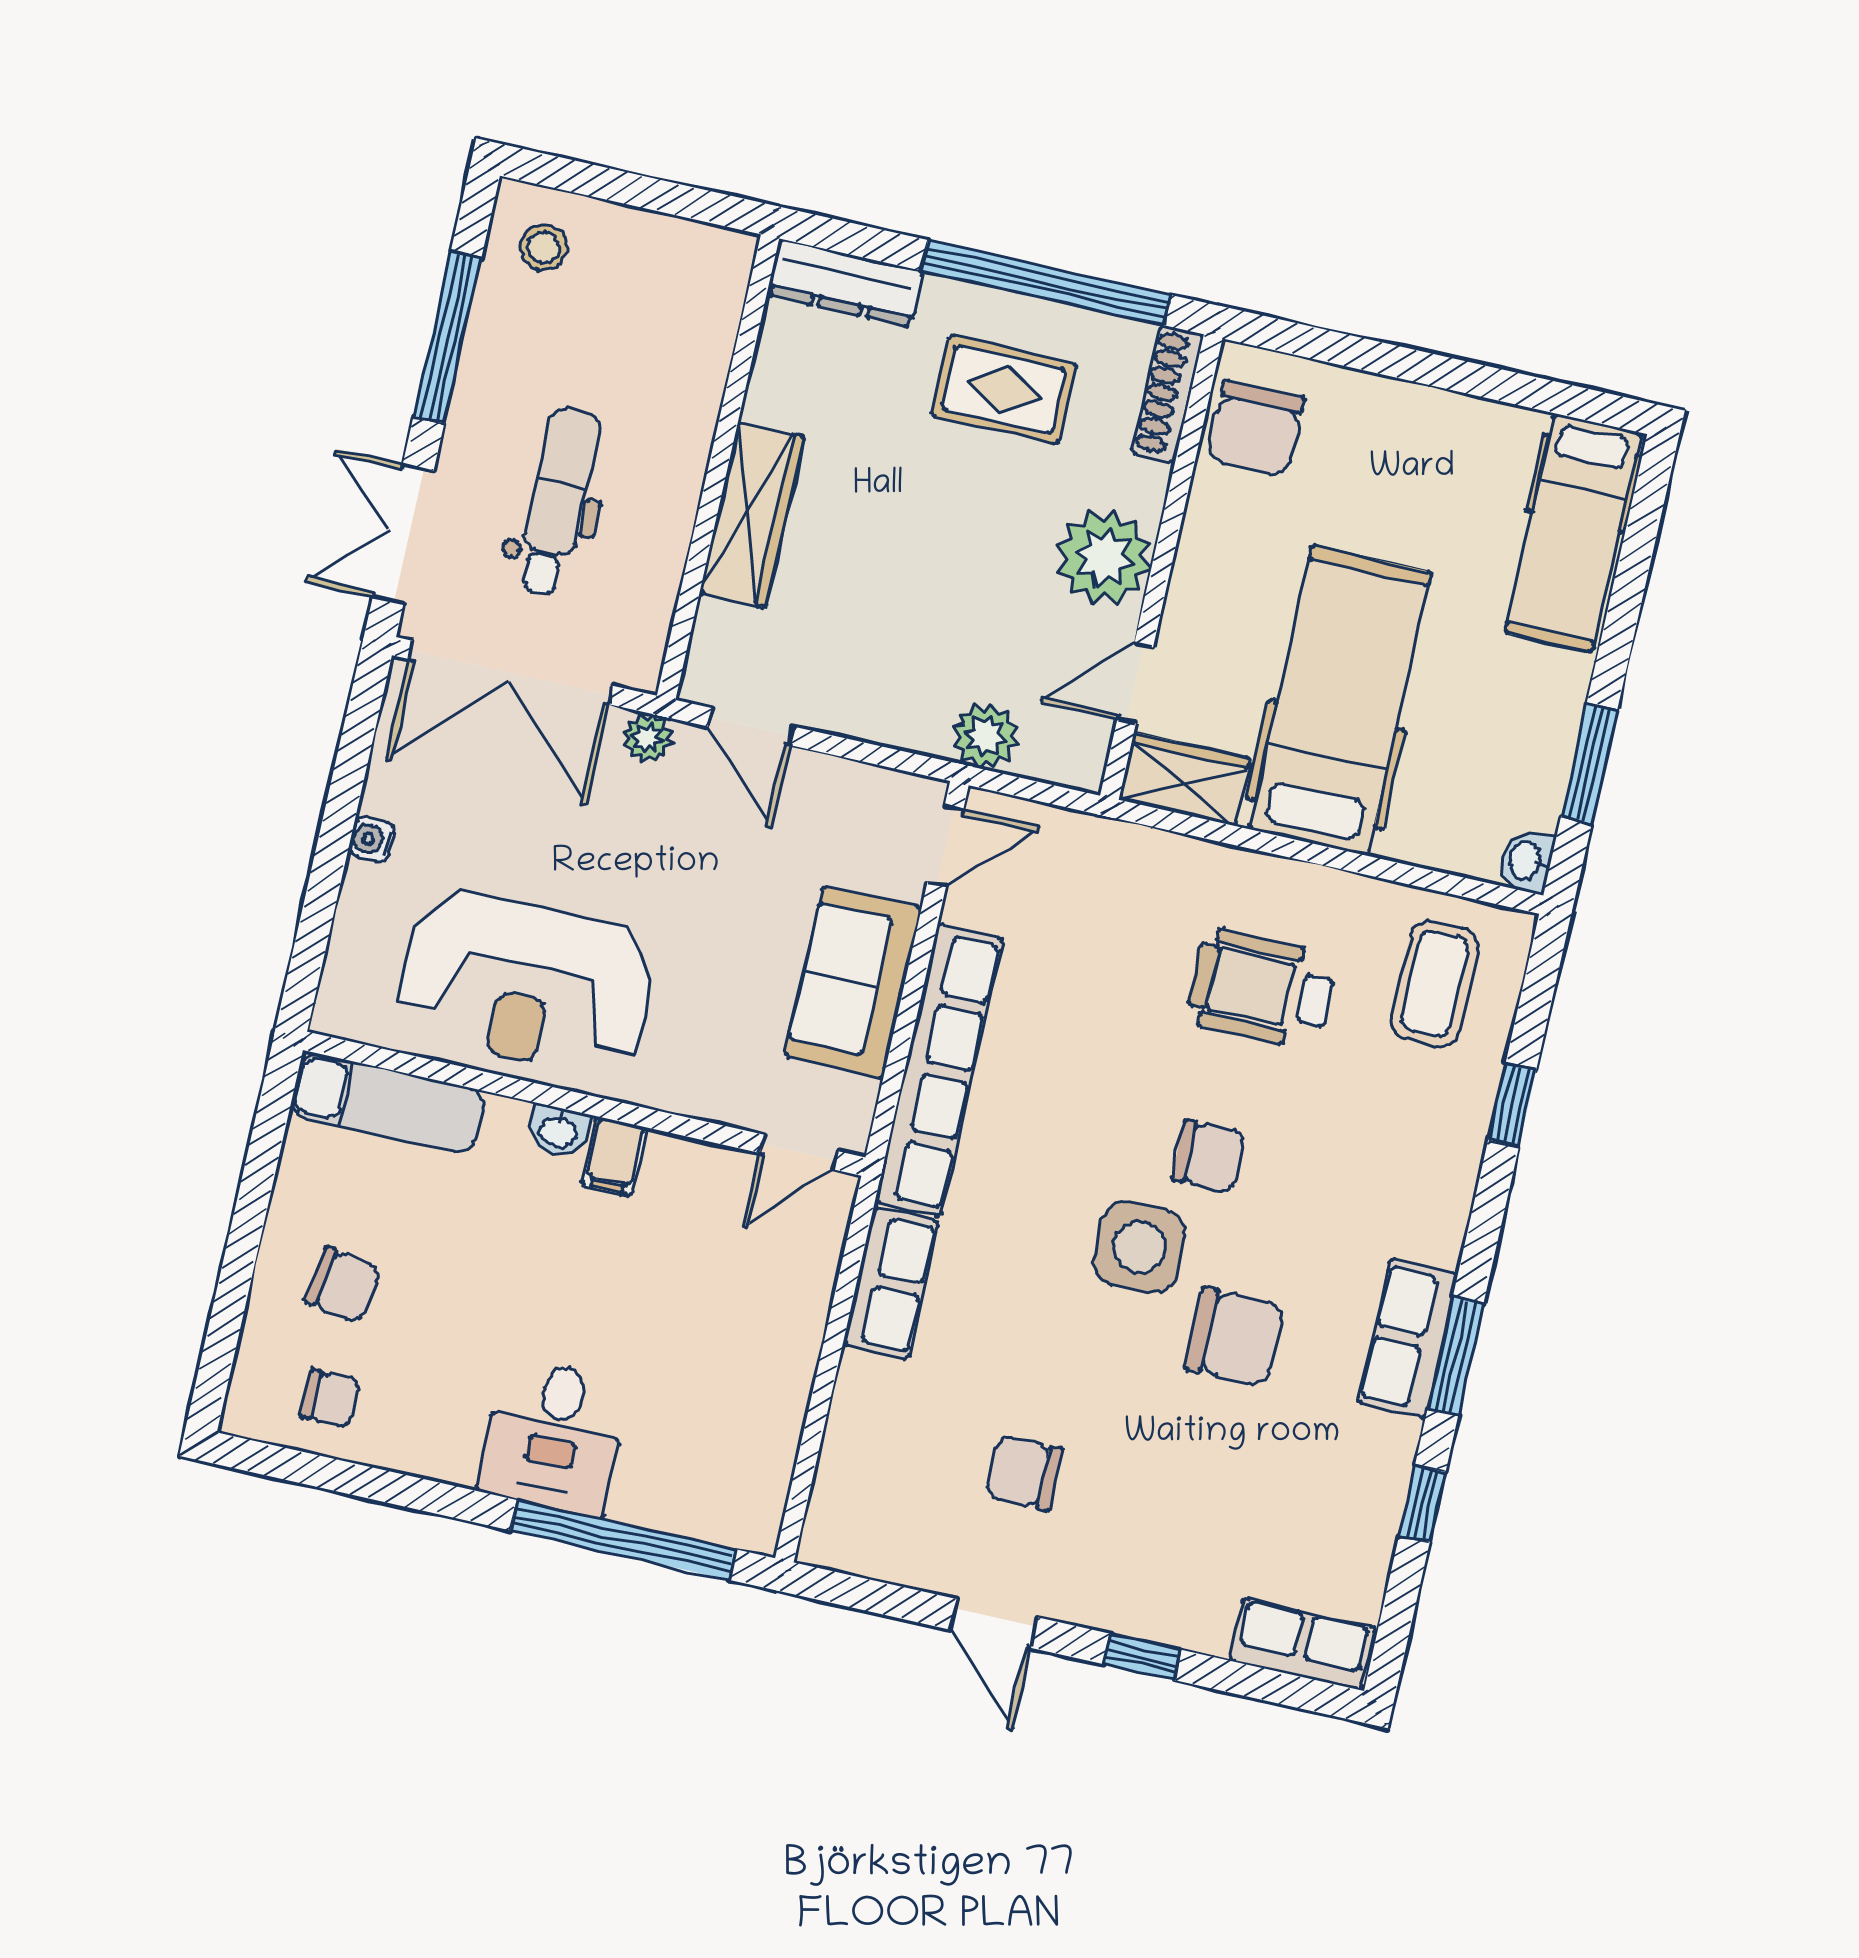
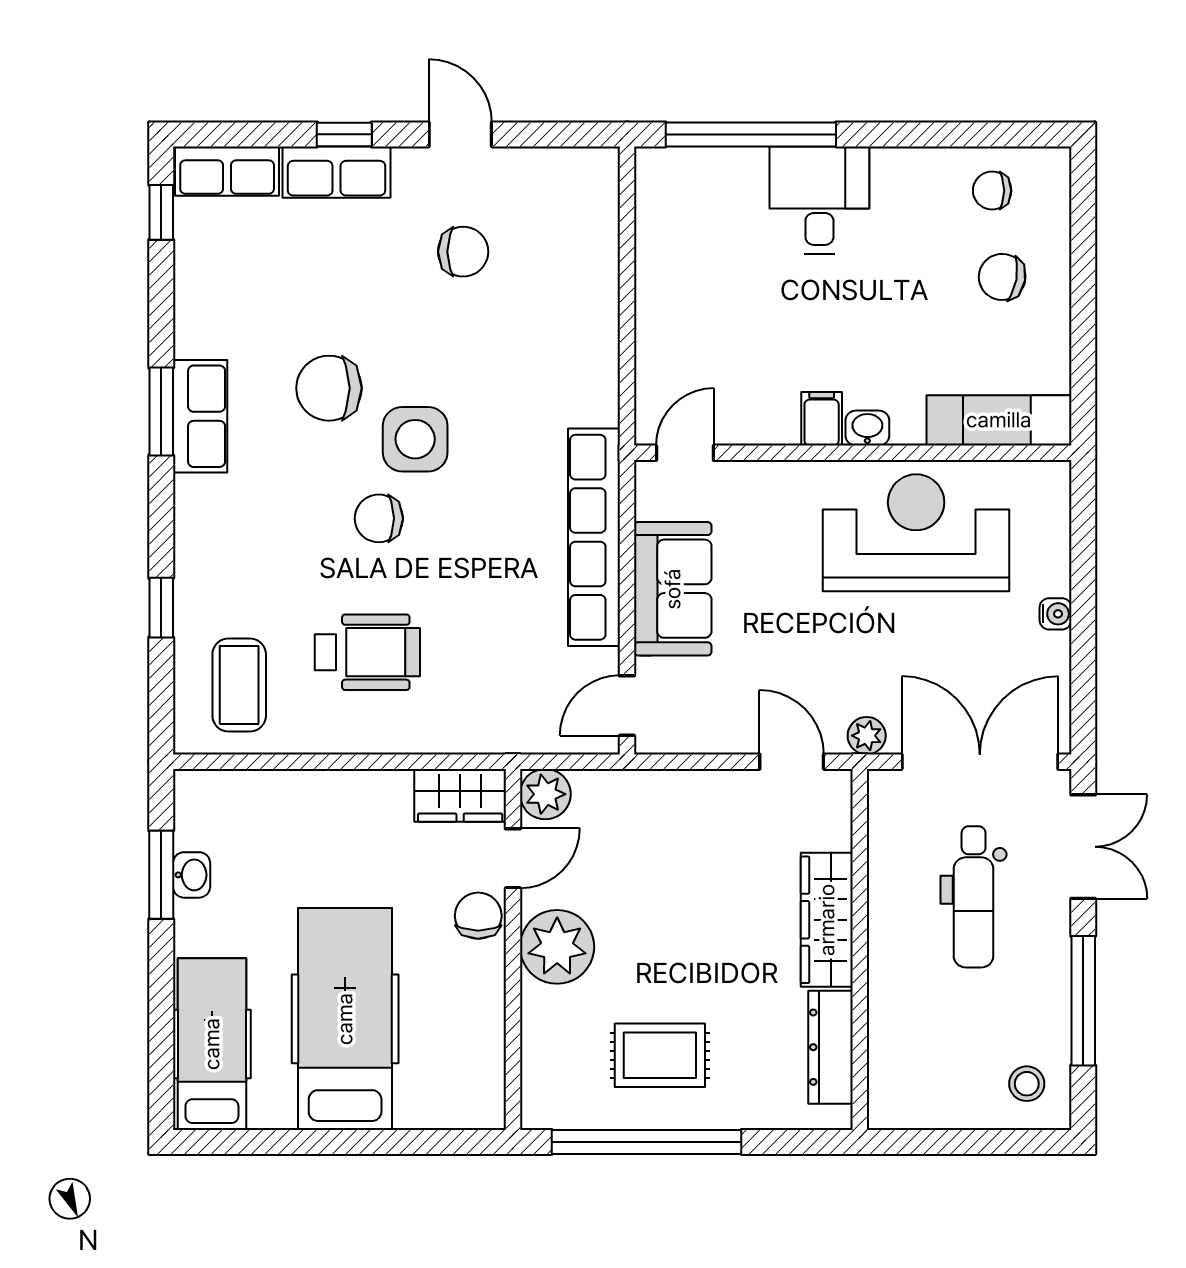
dresser: (845, 283) -> (831, 1047), moved, turned -90
shoe rack: (1168, 394) -> (537, 1080), removed
chair: (1256, 429) -> (478, 916), moved, width x0.73, depth x0.73
hospital bed: (1340, 701) -> (345, 1019), moved, turned 180
plant: (986, 736) -> (545, 794), moved
washbasin: (1526, 861) -> (192, 875), moved
row of seats: (891, 1283) -> (337, 172), moved, turned -90
window: (1422, 1504) -> (161, 212), moved

